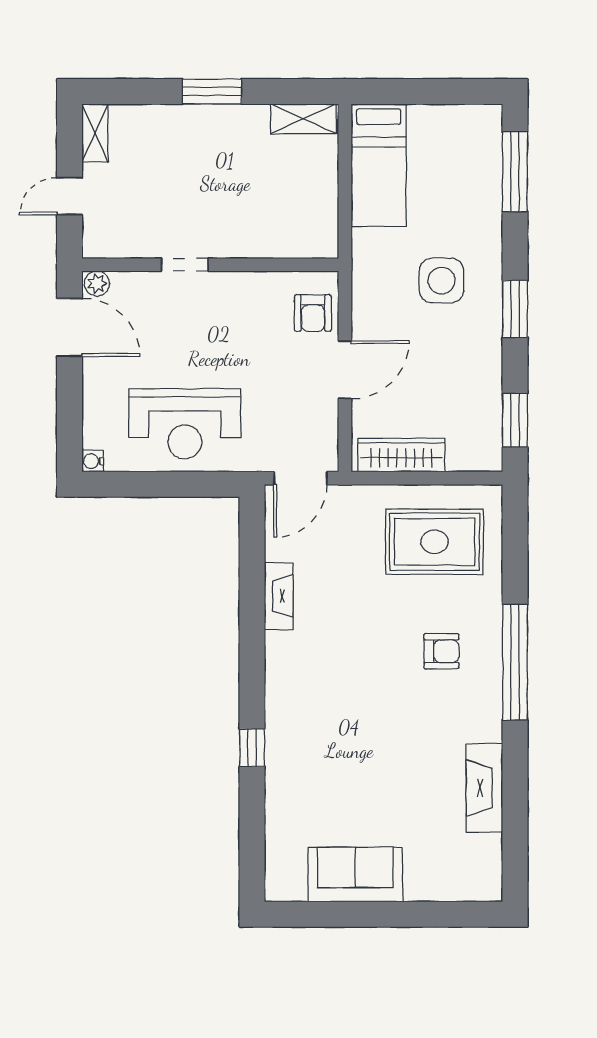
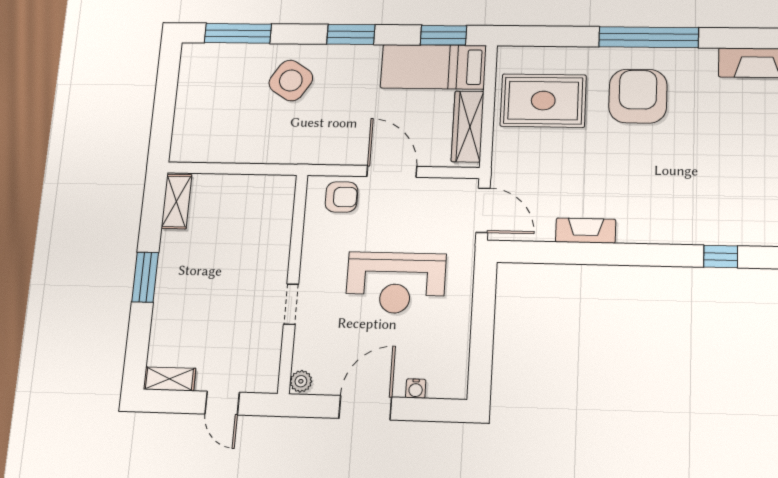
bed: (379, 165) -> (433, 67), moved, turned 180
side table: (442, 281) -> (291, 80), moved, turned 33
door: (70, 327) -> (365, 408), moved
reception desk: (185, 424) -> (396, 283), moved, turned 90
water cooler: (93, 461) -> (416, 389), moved
rug: (434, 542) -> (543, 101), turned 90
armchair: (441, 651) -> (638, 96), width x1.88, depth x1.88

